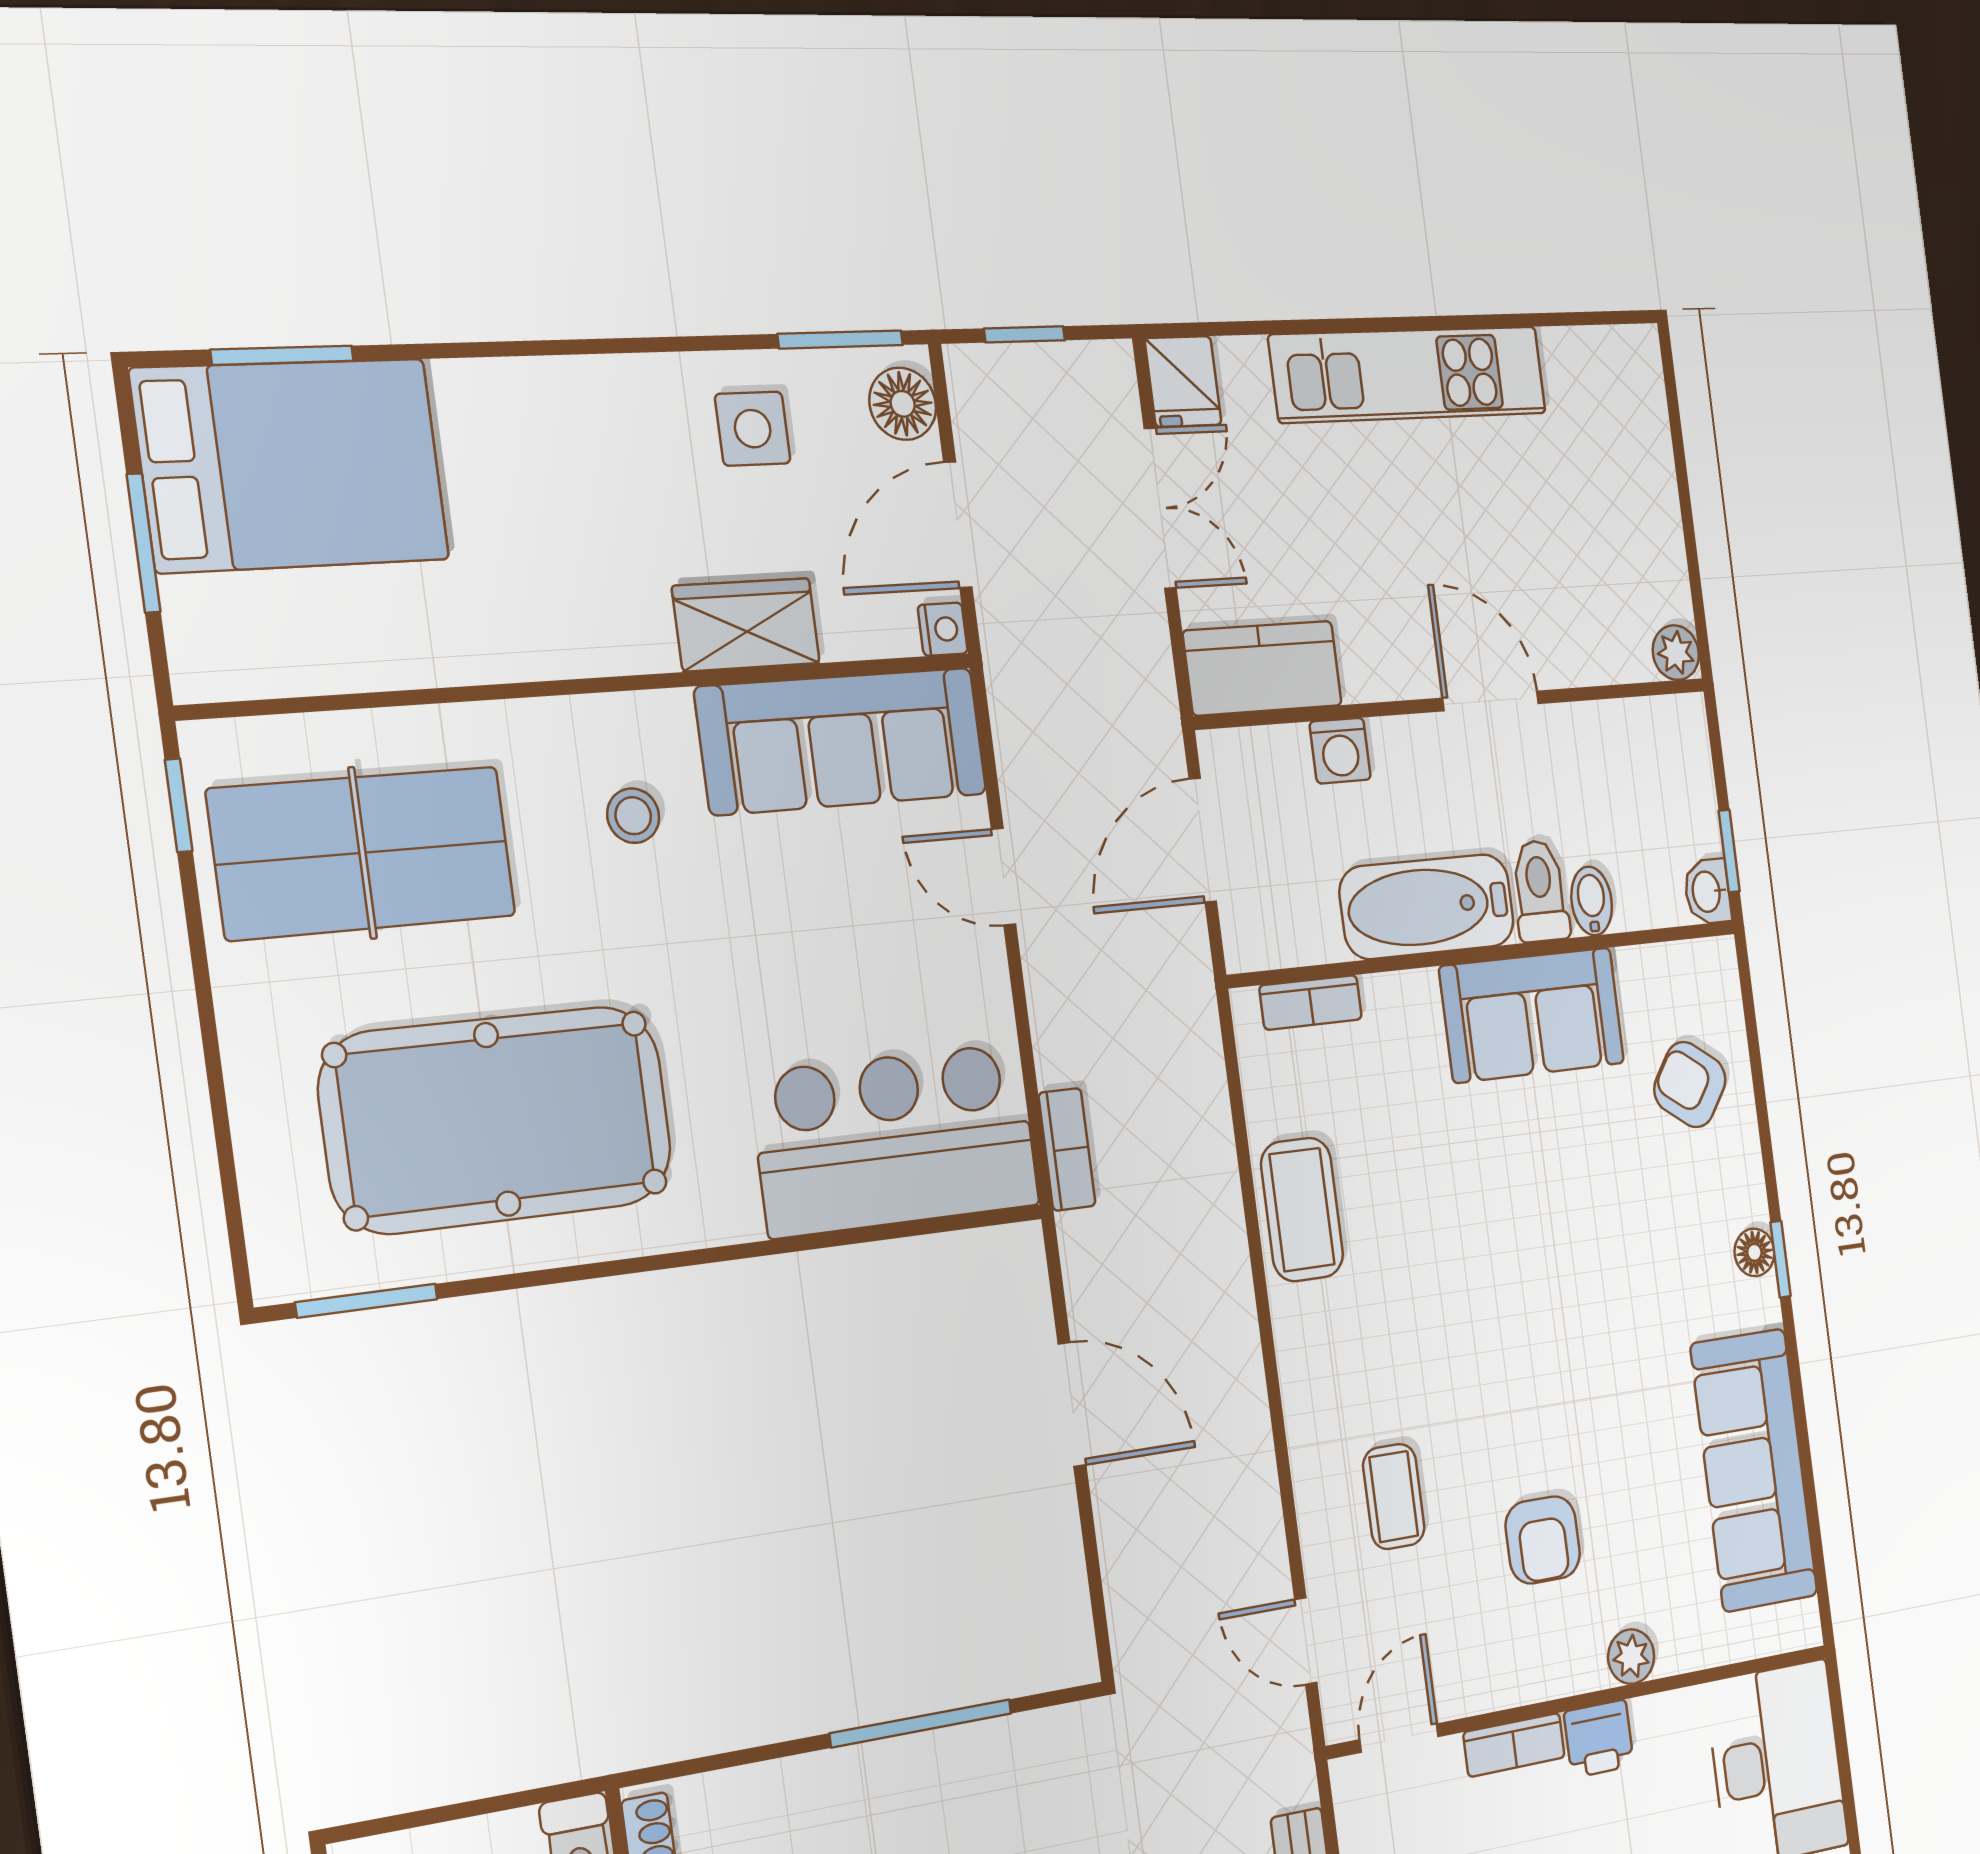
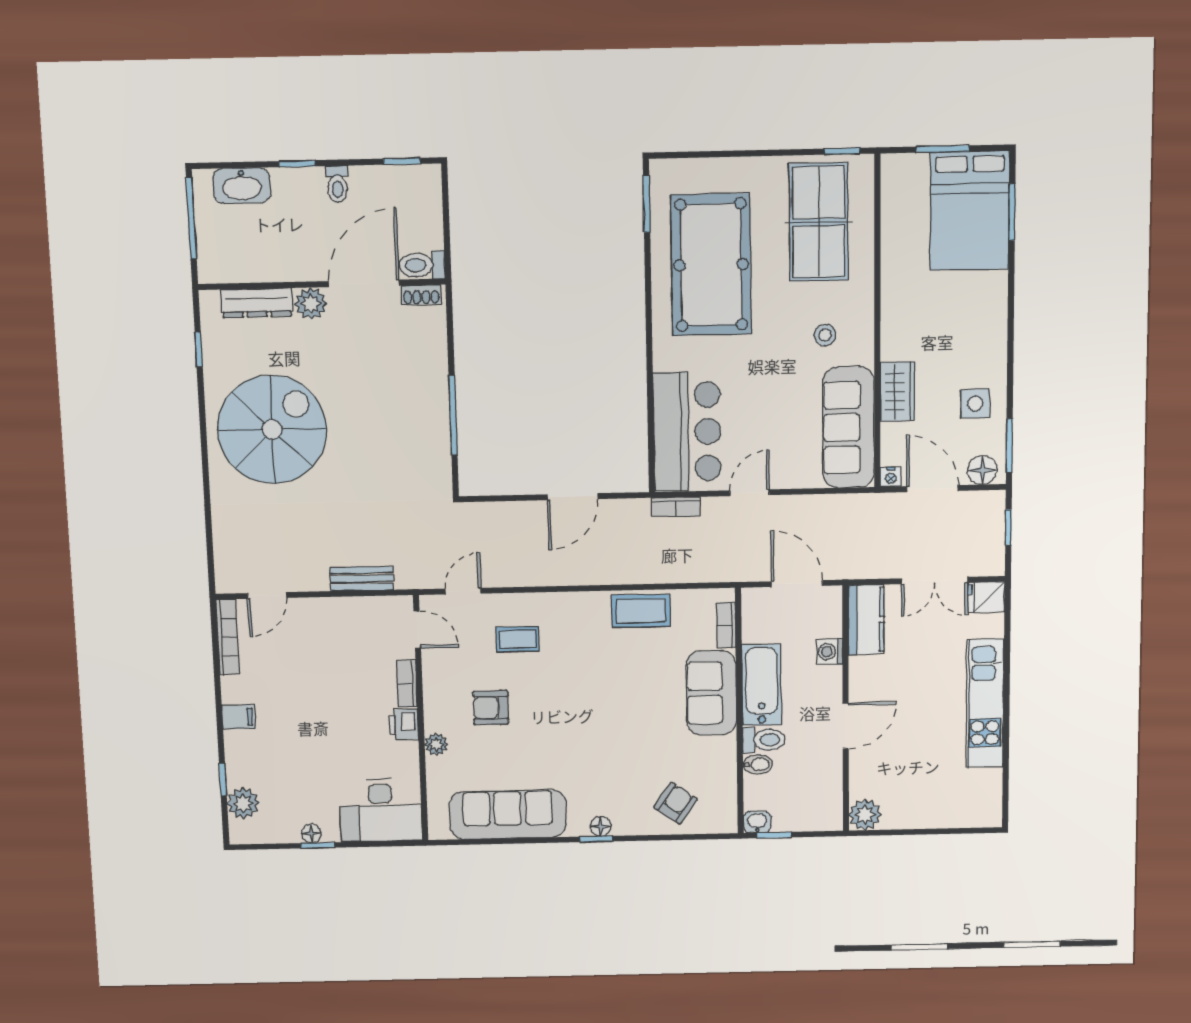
plant: (1676, 653) -> (865, 815), width x1.38, depth x1.38
door: (1003, 877) -> (750, 493), moved
sofa: (1532, 1015) -> (711, 693), moved

